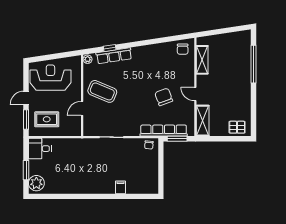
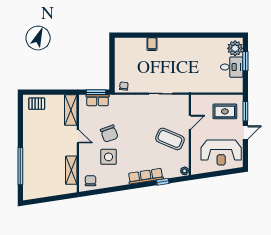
row of seats: (114, 56) -> (146, 176), moved
side table: (164, 73) -> (108, 157), added
row of seats: (164, 131) -> (98, 100), width x0.50
desk: (40, 149) -> (232, 67), moved

